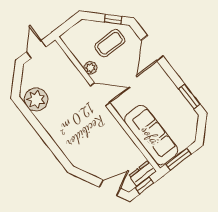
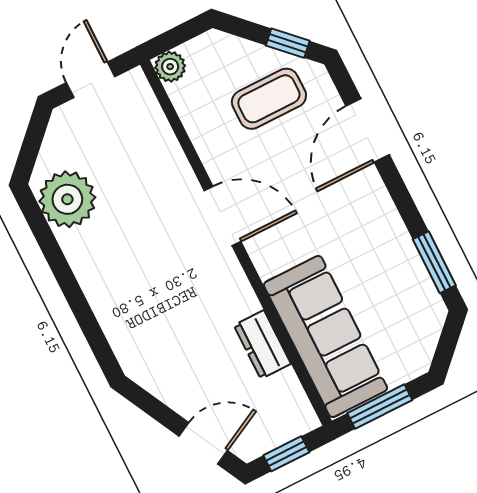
plant: (90, 68) -> (170, 67), moved
dresser: (143, 173) -> (262, 345), moved, turned -90

